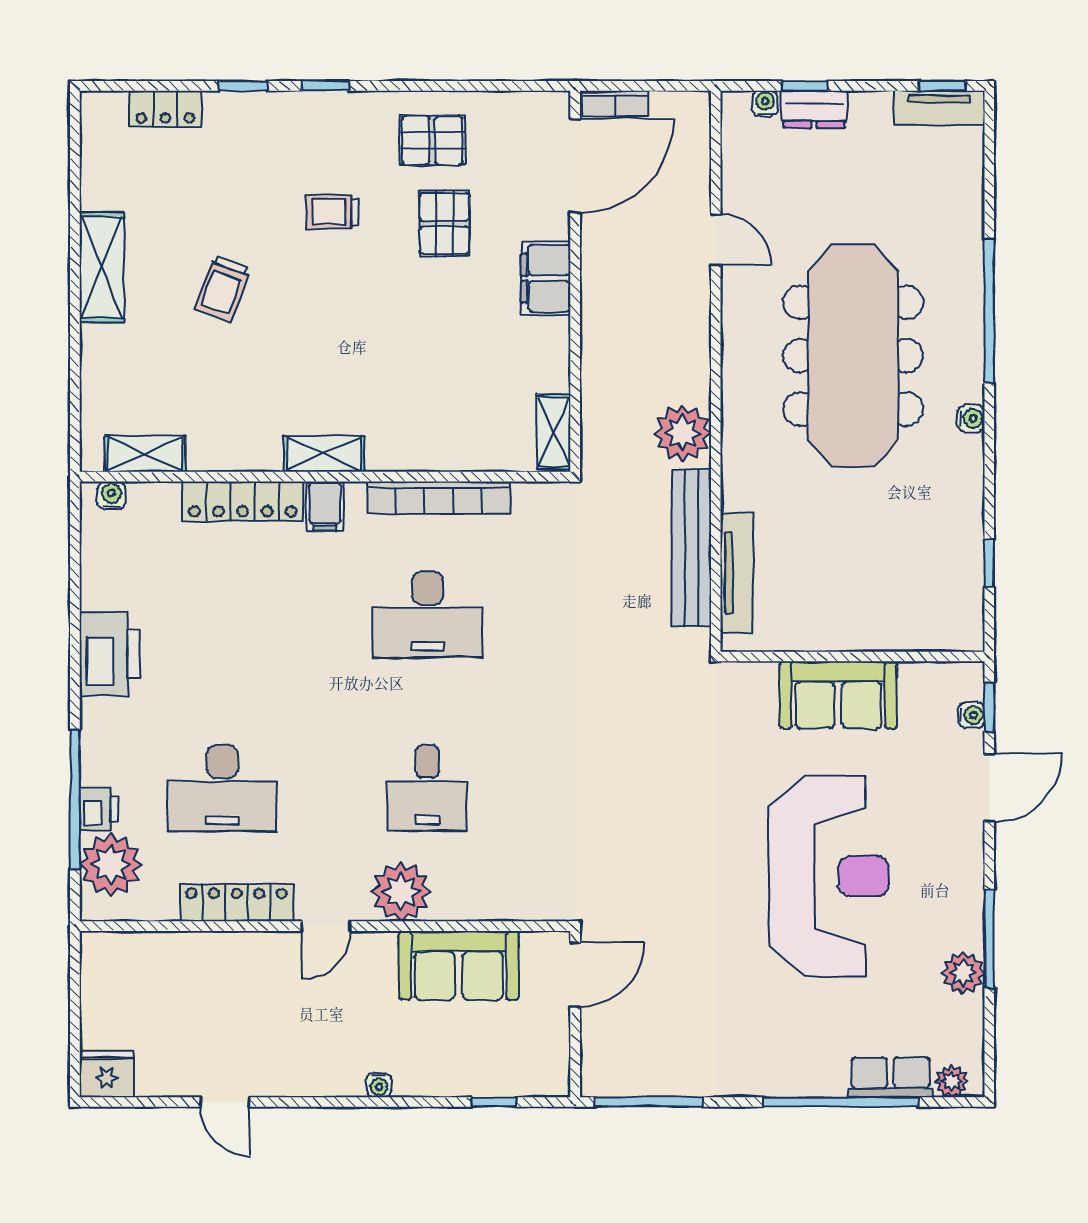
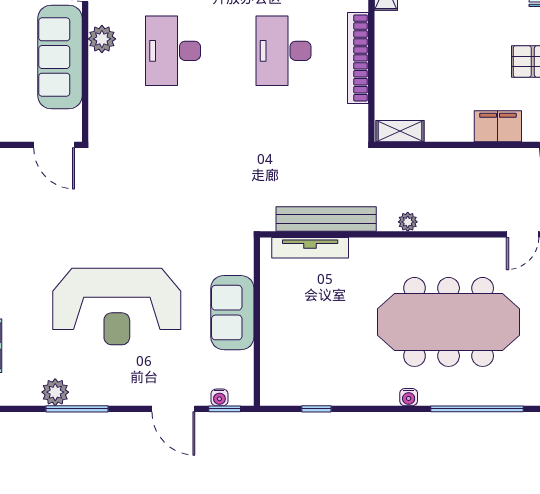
plant: (683, 433) -> (408, 222), width x0.53, depth x0.53
desk: (428, 788) -> (173, 51), width x1.37
plant: (401, 892) -> (102, 39), width x0.73, depth x0.73
sofa: (459, 965) -> (60, 57), width x1.36

